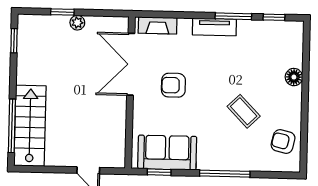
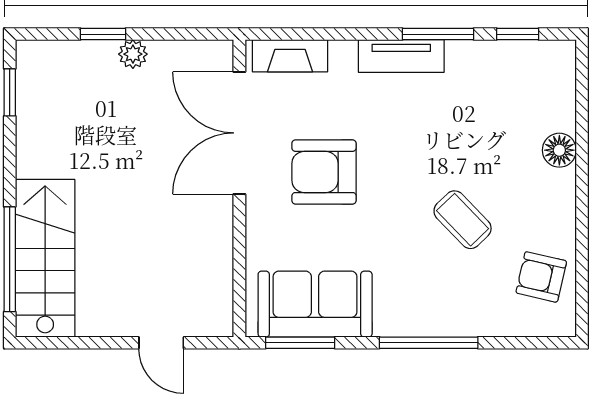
armchair: (173, 85) -> (324, 172), width x1.38, depth x1.38
window: (159, 172) -> (300, 343), width x1.50

